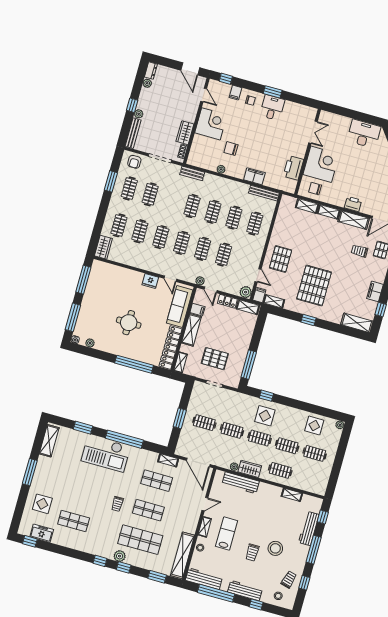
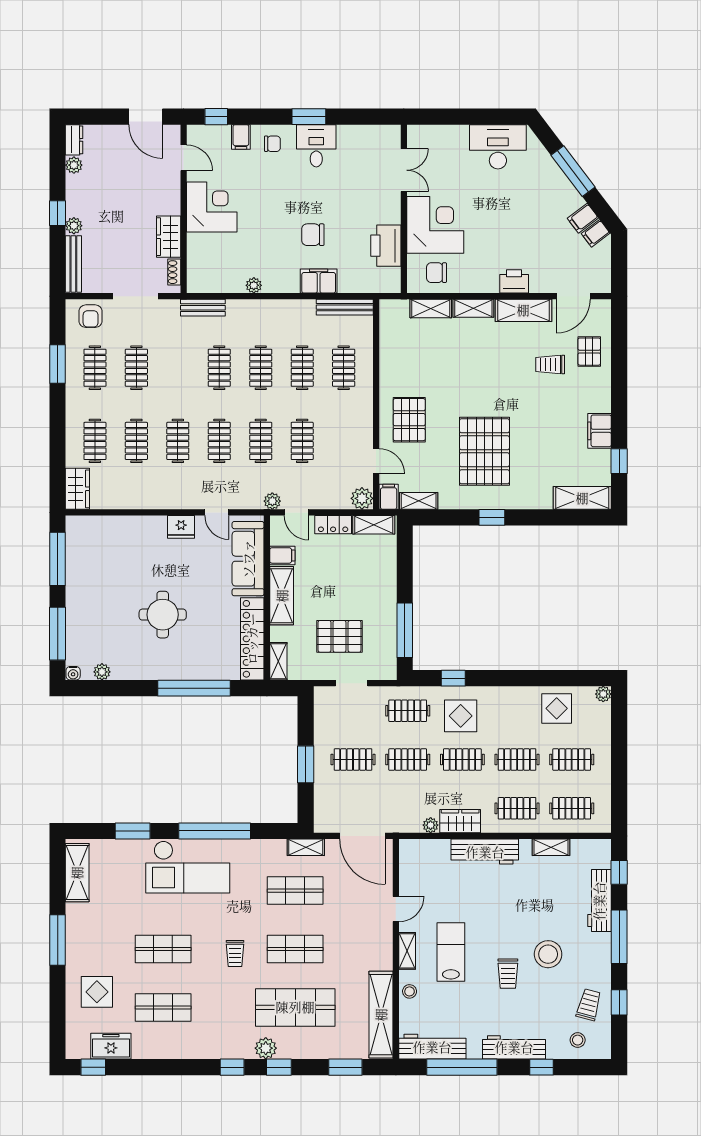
chair: (231, 149) -> (313, 235), moved
clothes rail: (239, 406) -> (408, 711), added
clothes rail: (308, 478) -> (572, 808), added
workbench: (241, 483) -> (485, 852), moved
shop shelf: (82, 492) -> (163, 949), added

